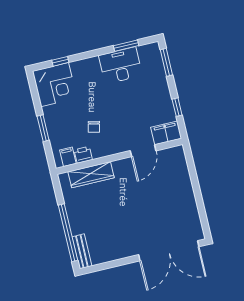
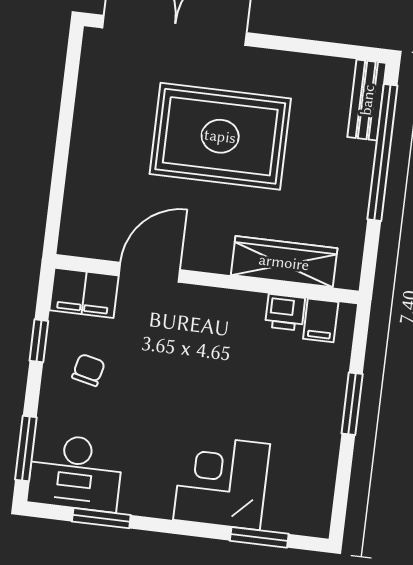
window: (60, 61) -> (259, 537), width x1.50
desk: (120, 65) -> (75, 472), moved
corner desk: (55, 85) -> (222, 482), moved
chair: (94, 127) -> (88, 370), moved
rug: (135, 215) -> (220, 136), added

